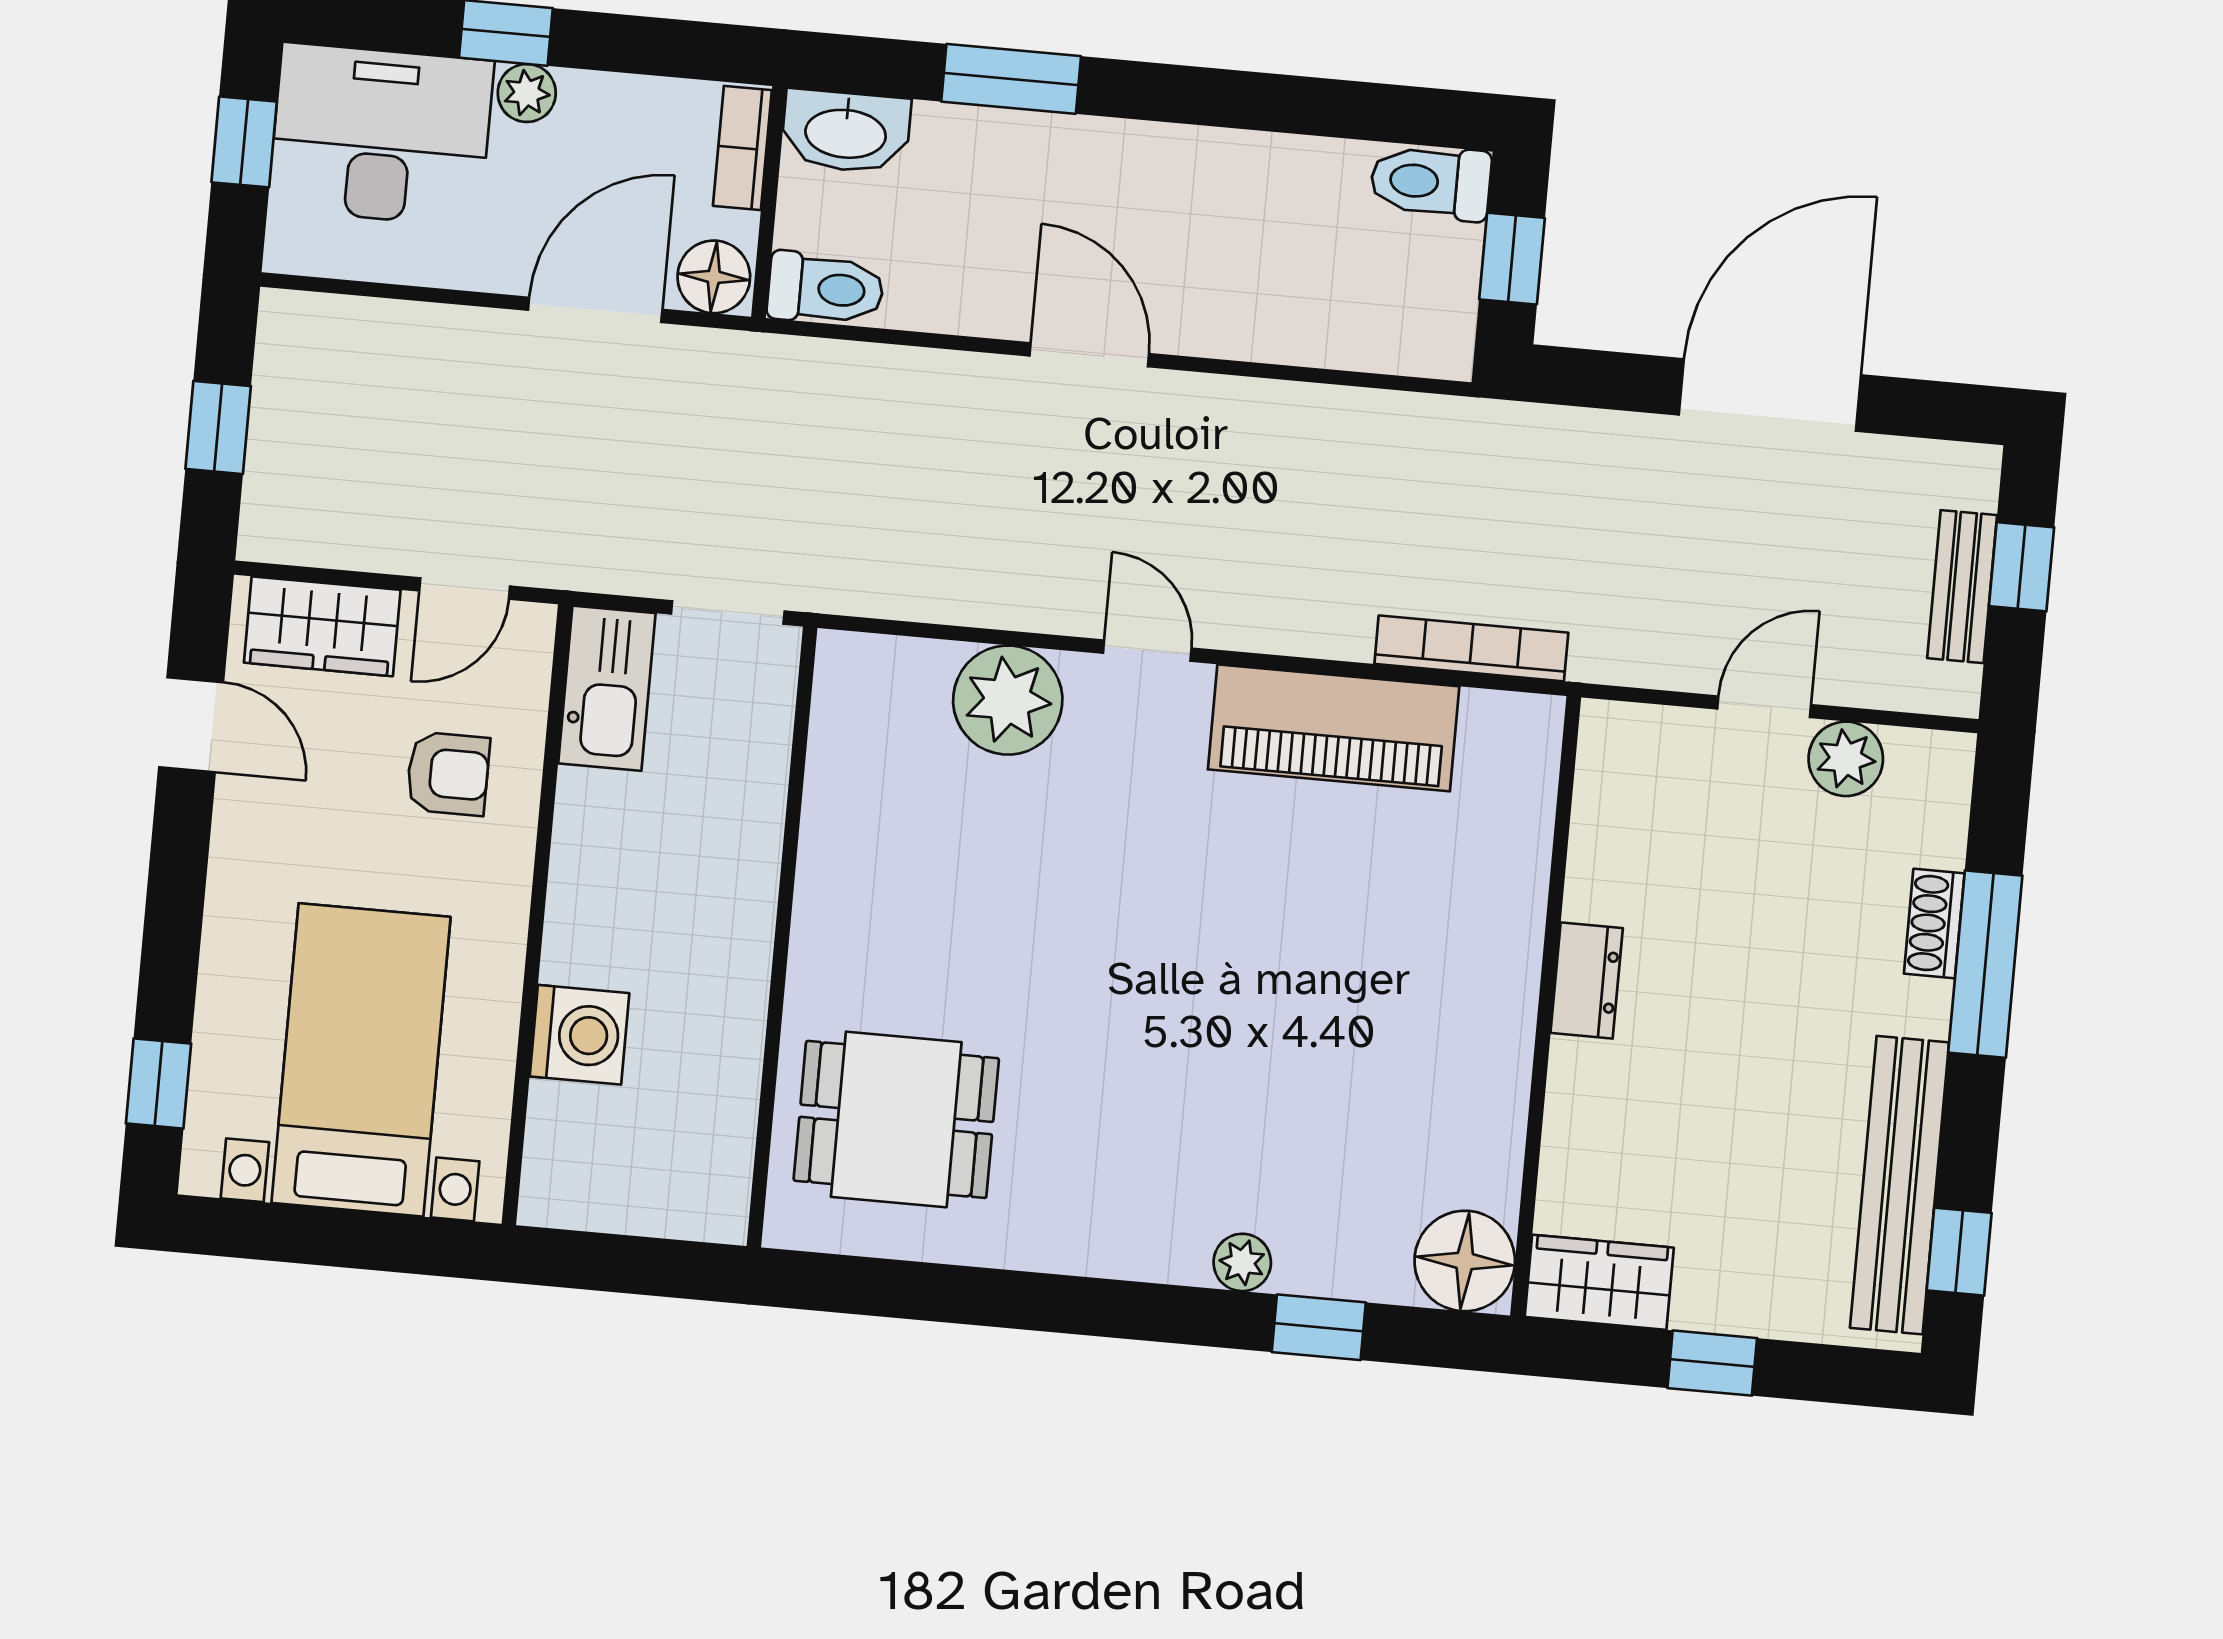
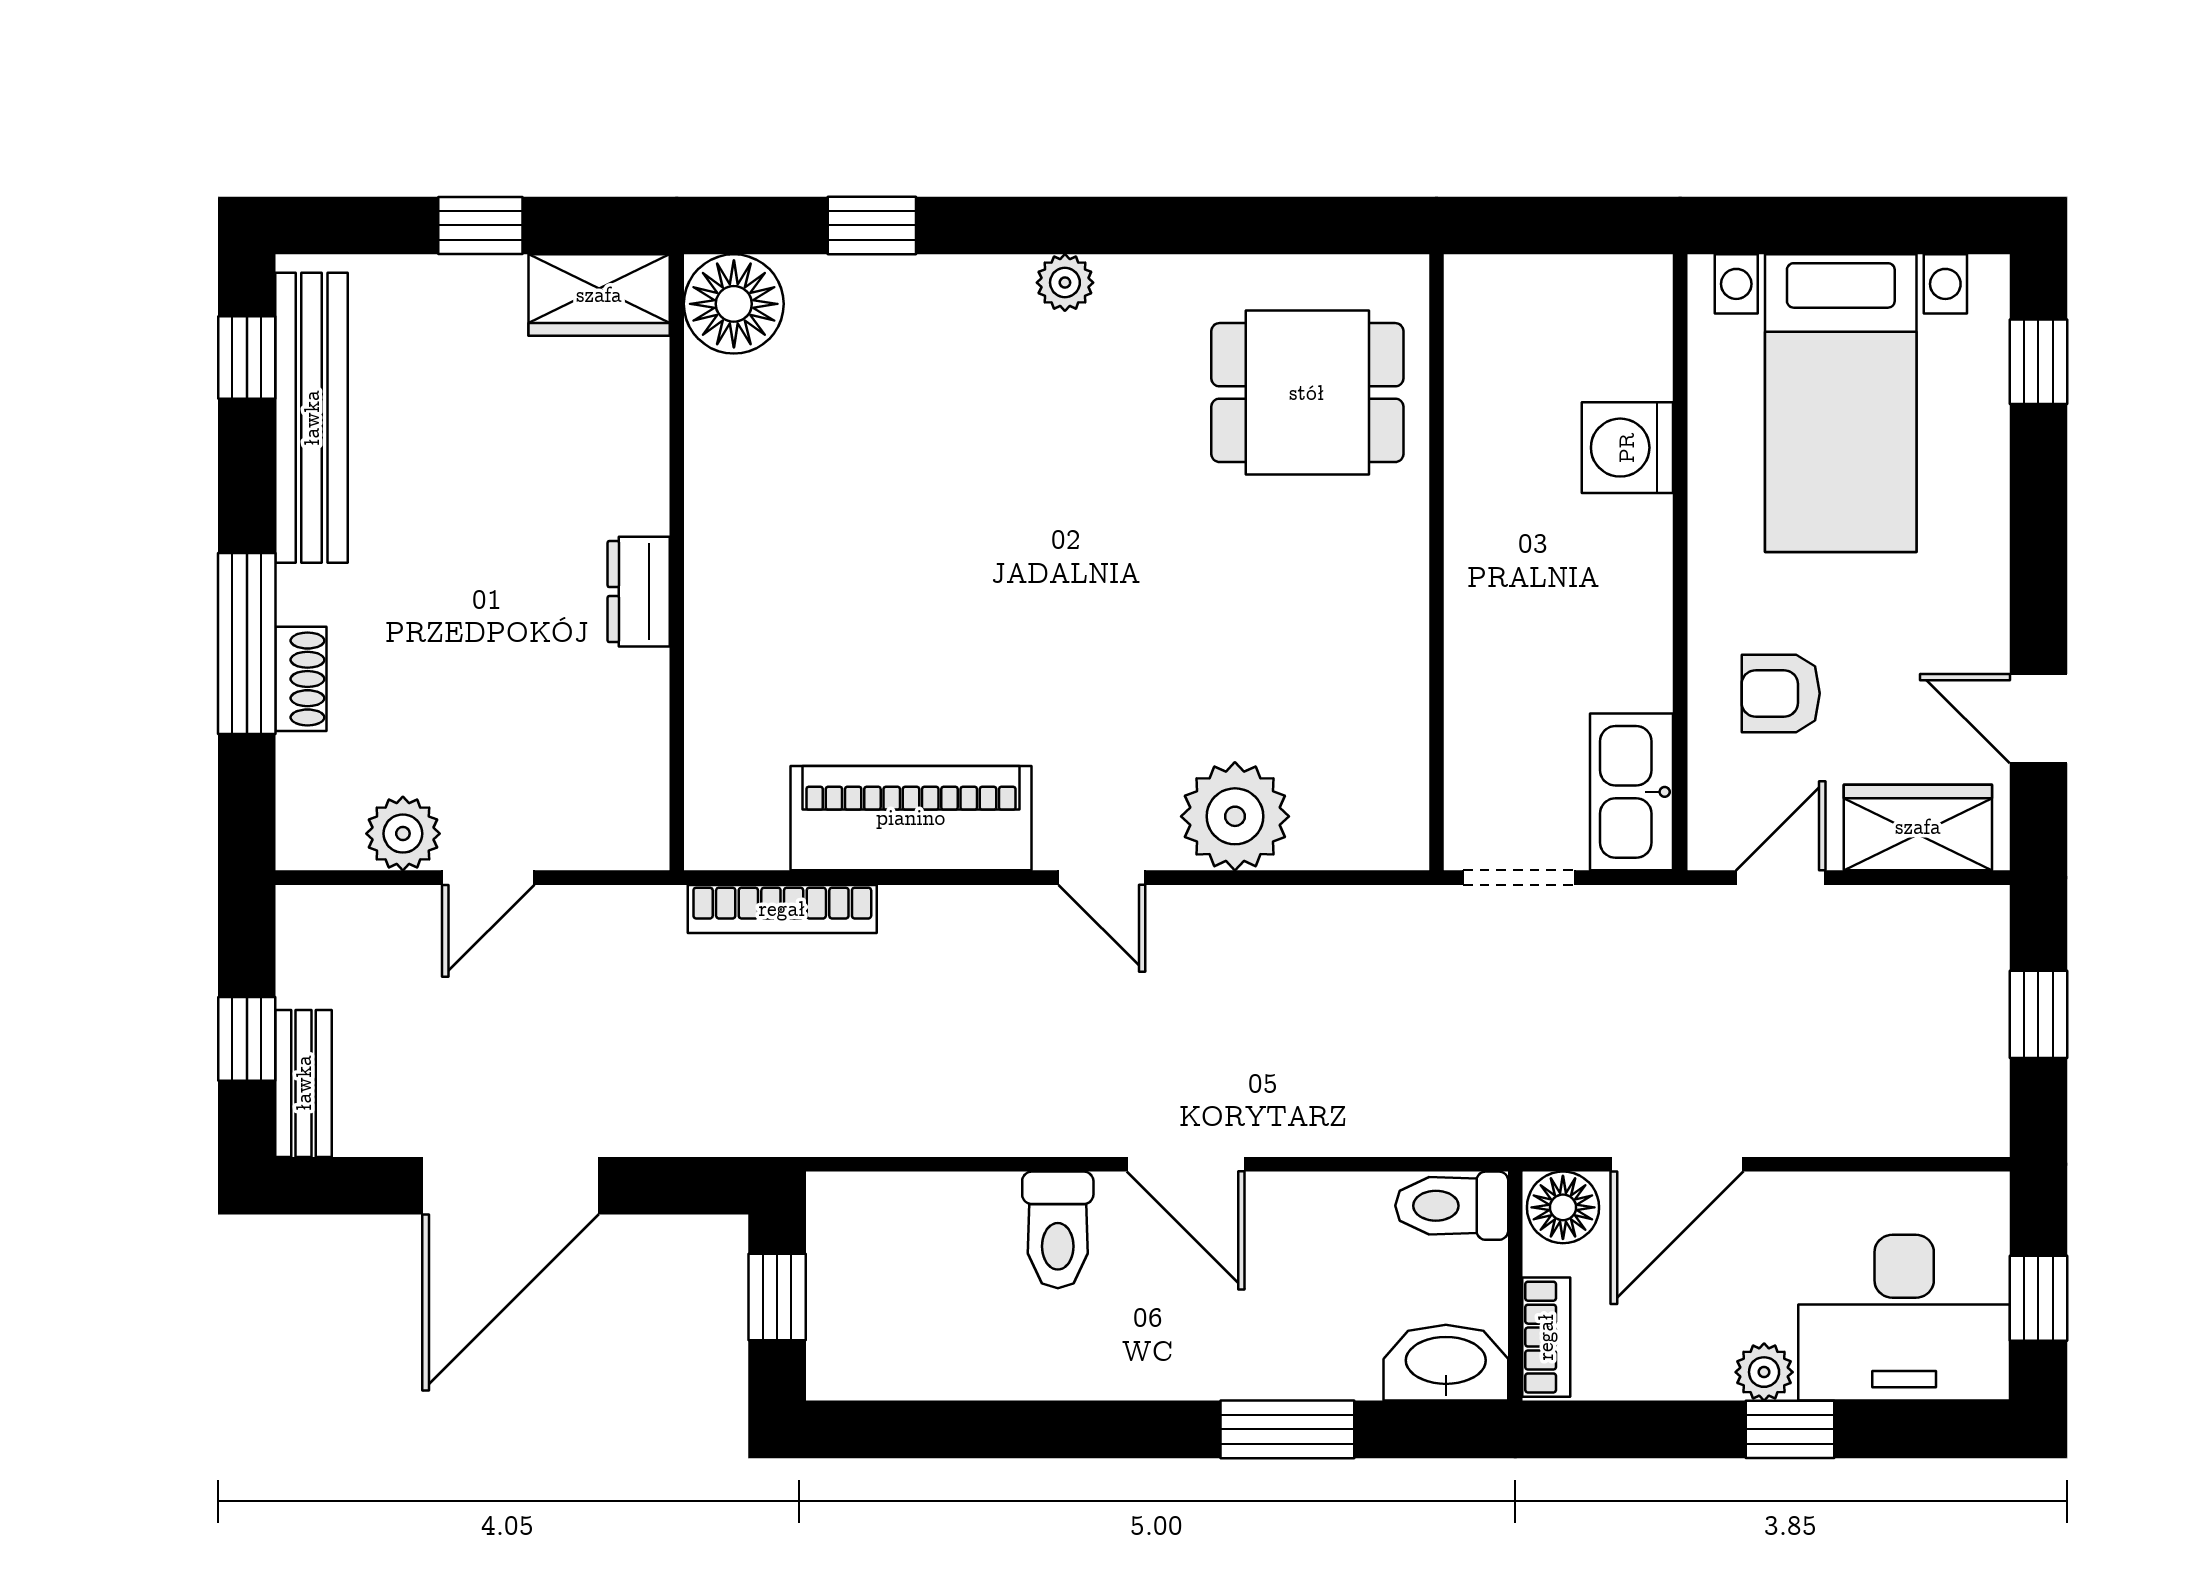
toilet: (1431, 182) -> (1058, 1230), moved, turned 90
bench: (1962, 587) -> (304, 1083), moved
plant: (1242, 1262) -> (1065, 283), moved

